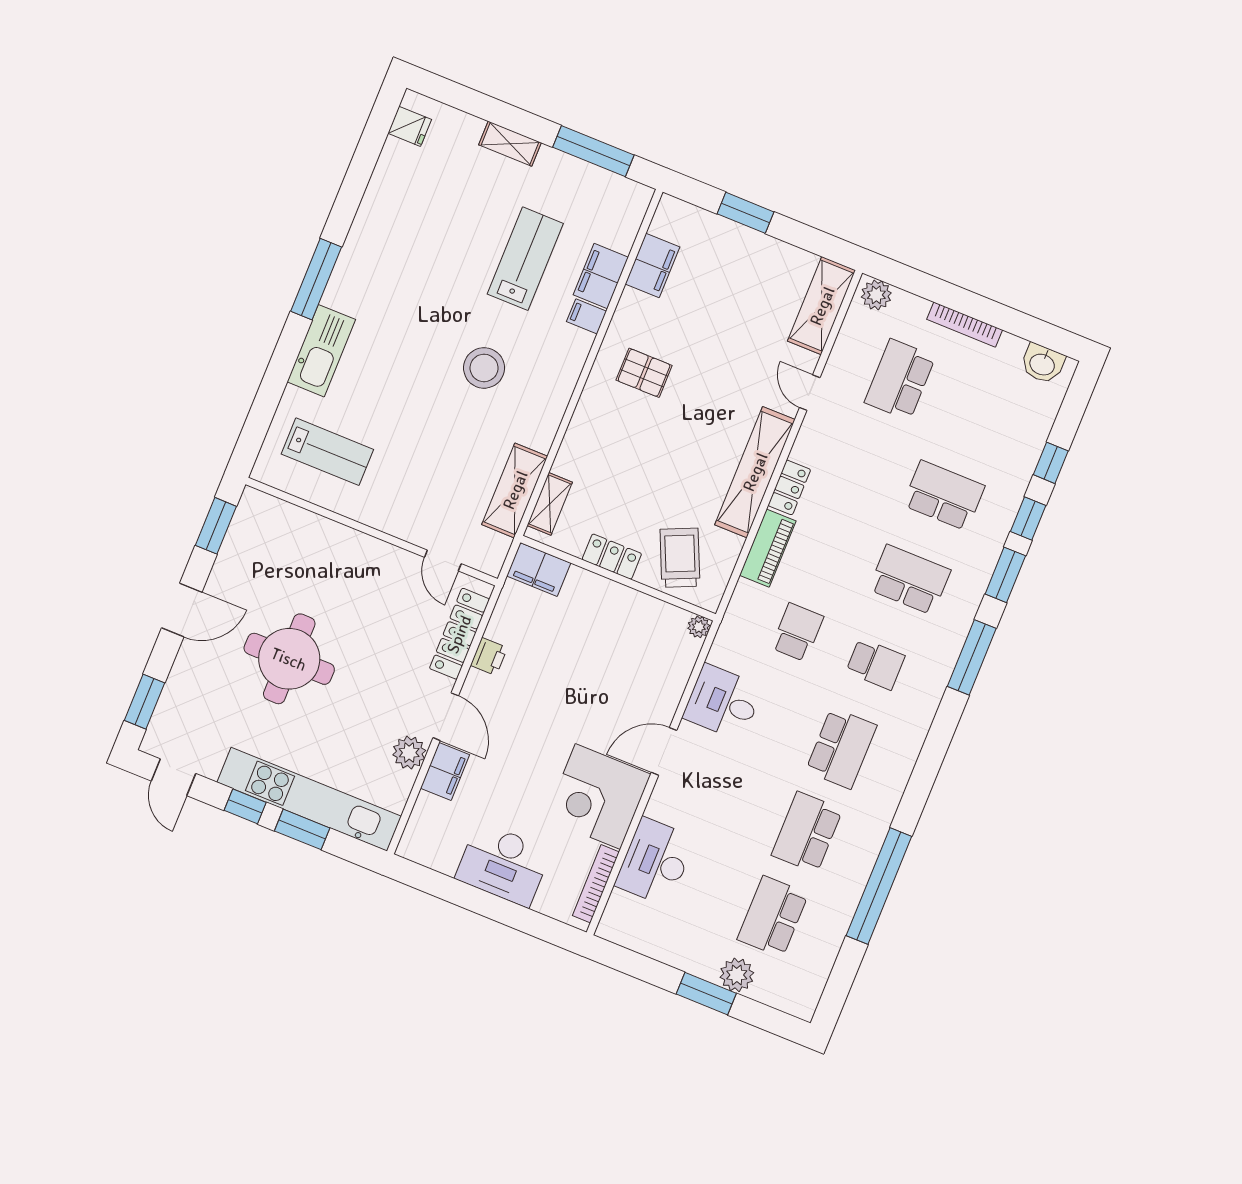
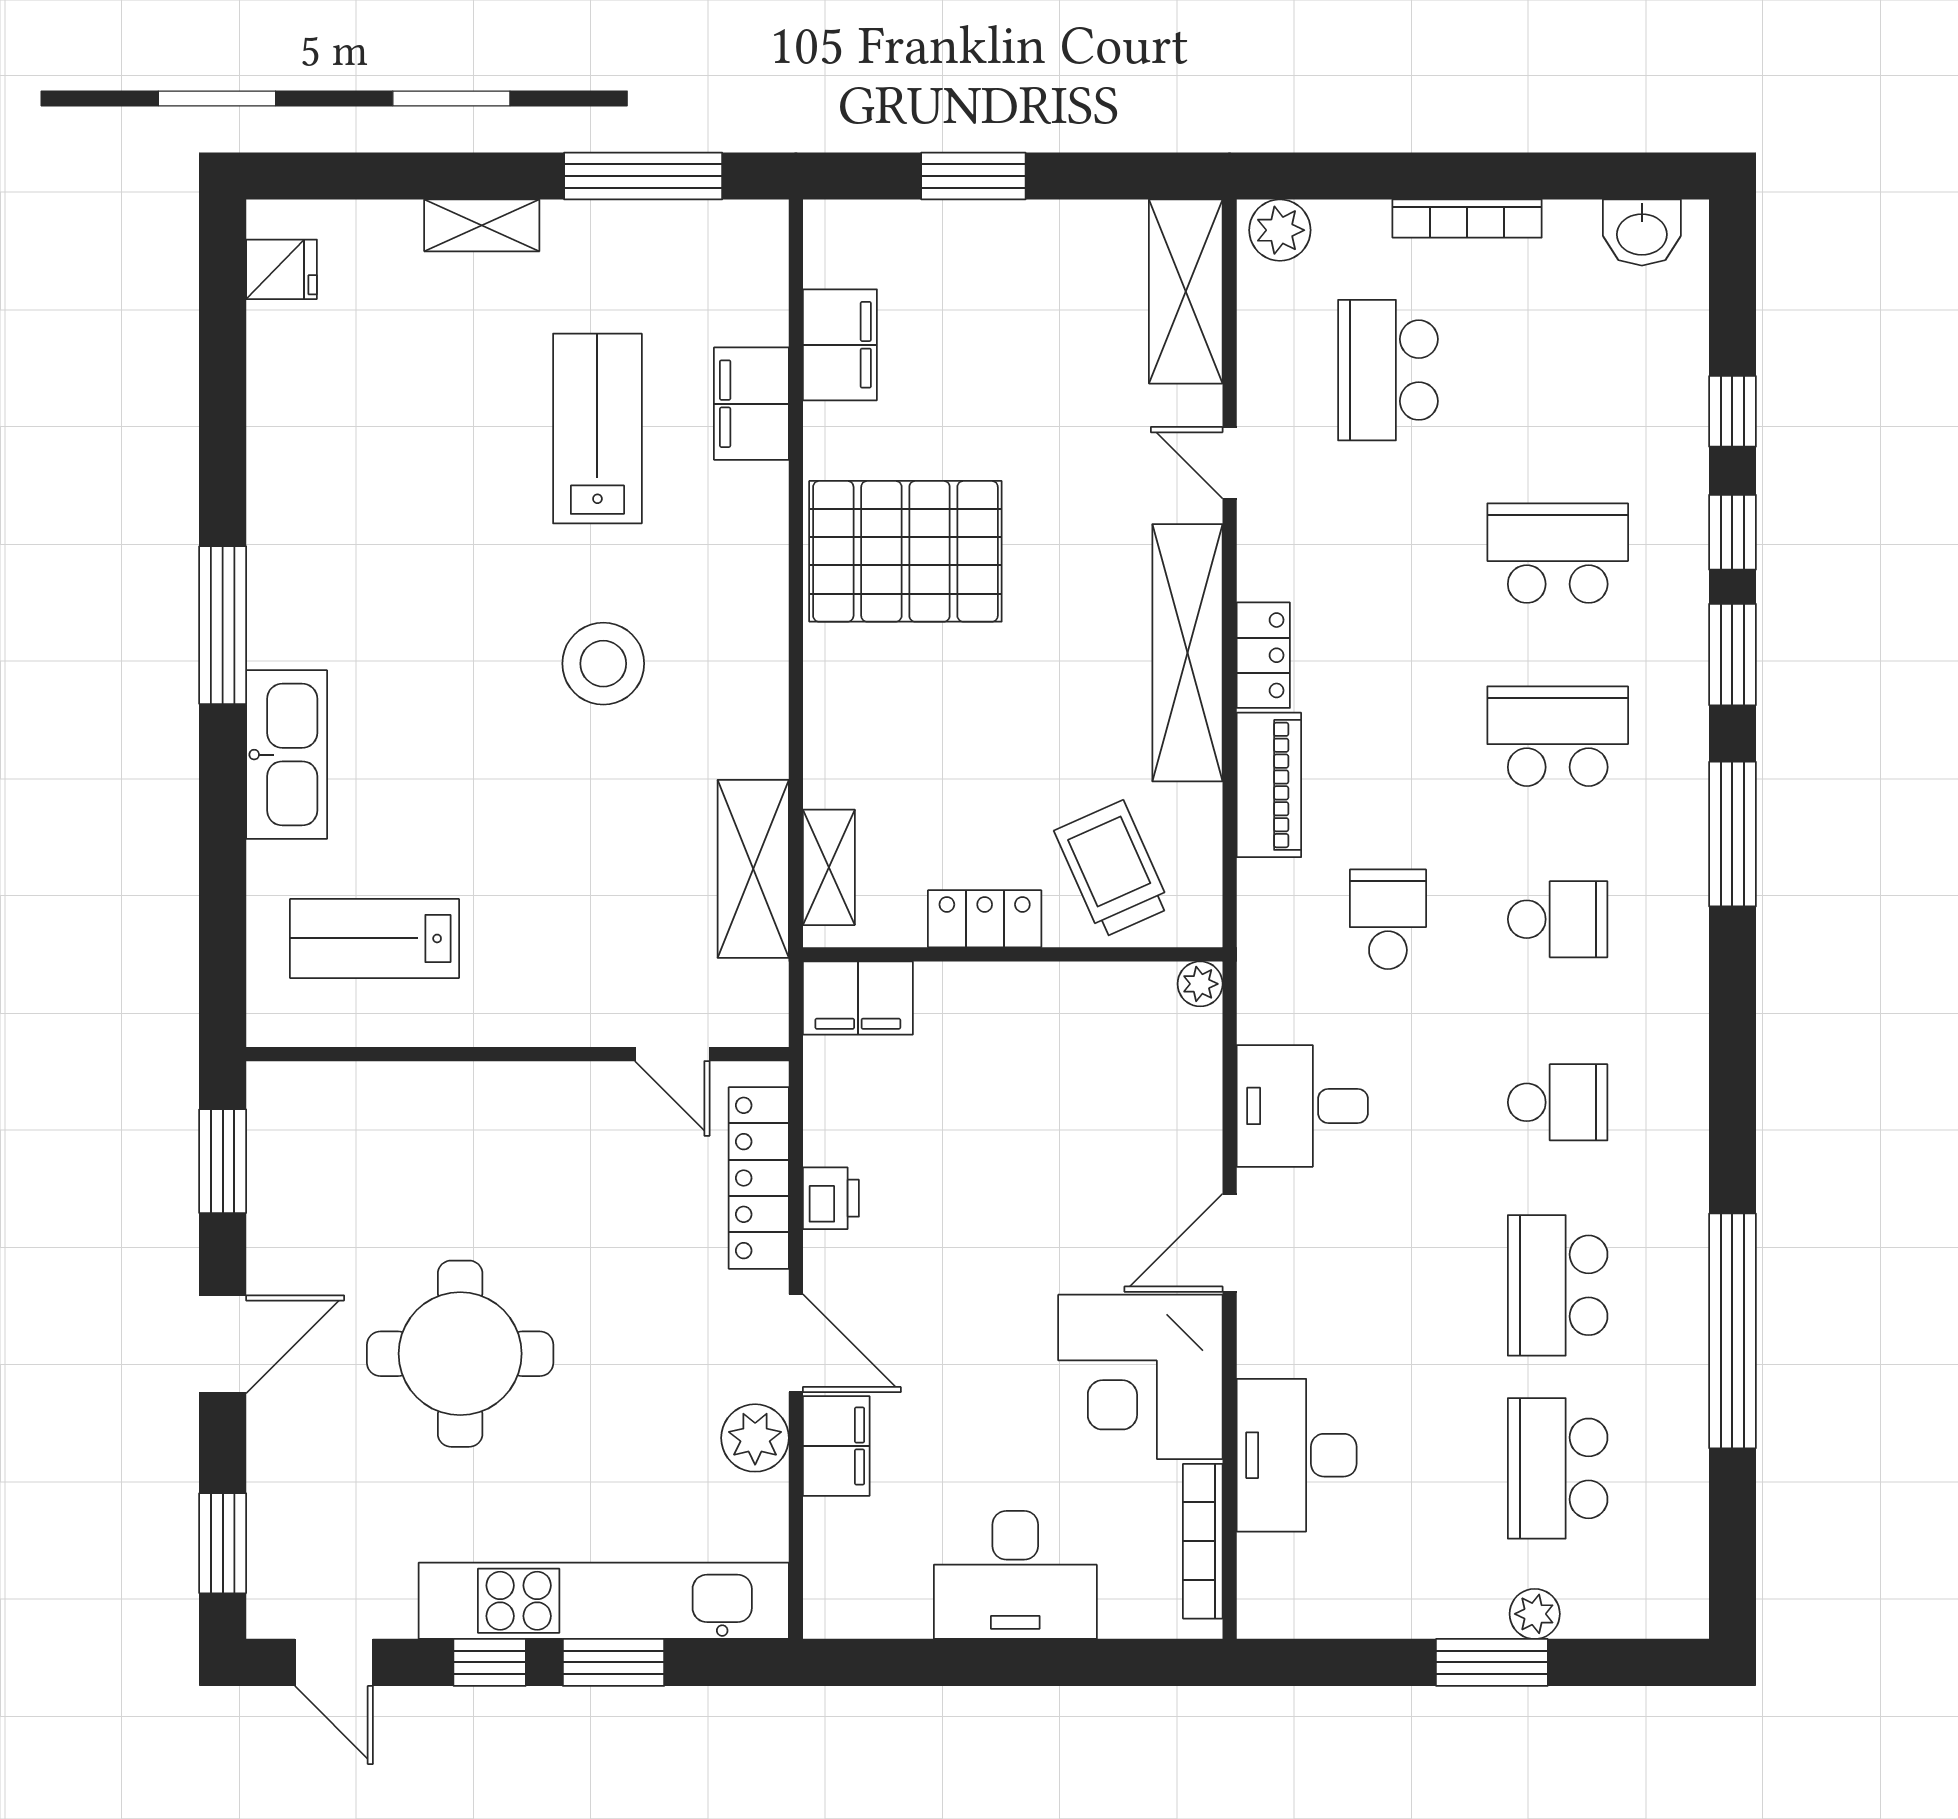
filing cabinet: (586, 316) -> (755, 490), removed
pallet: (644, 373) -> (905, 551), width x2.05, depth x2.00
lab bench: (327, 452) -> (375, 938), turned 180
school desk: (841, 748) -> (1558, 1102), width x0.54
plant: (737, 975) -> (1535, 1614), width x0.73, depth x0.73

